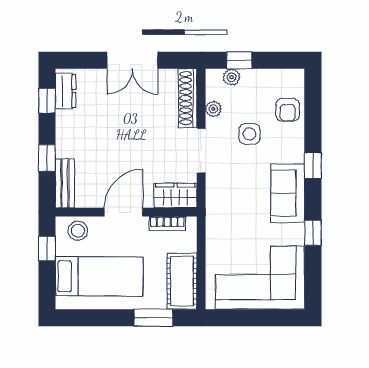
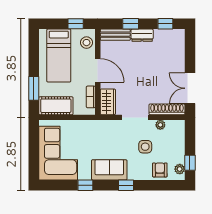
double door: (132, 60) -> (190, 88), moved
window: (239, 60) -> (190, 163), moved
plant: (232, 77) -> (180, 169), moved
dresser: (66, 91) -> (142, 35), moved
armchair: (288, 110) -> (160, 170), turned 90

